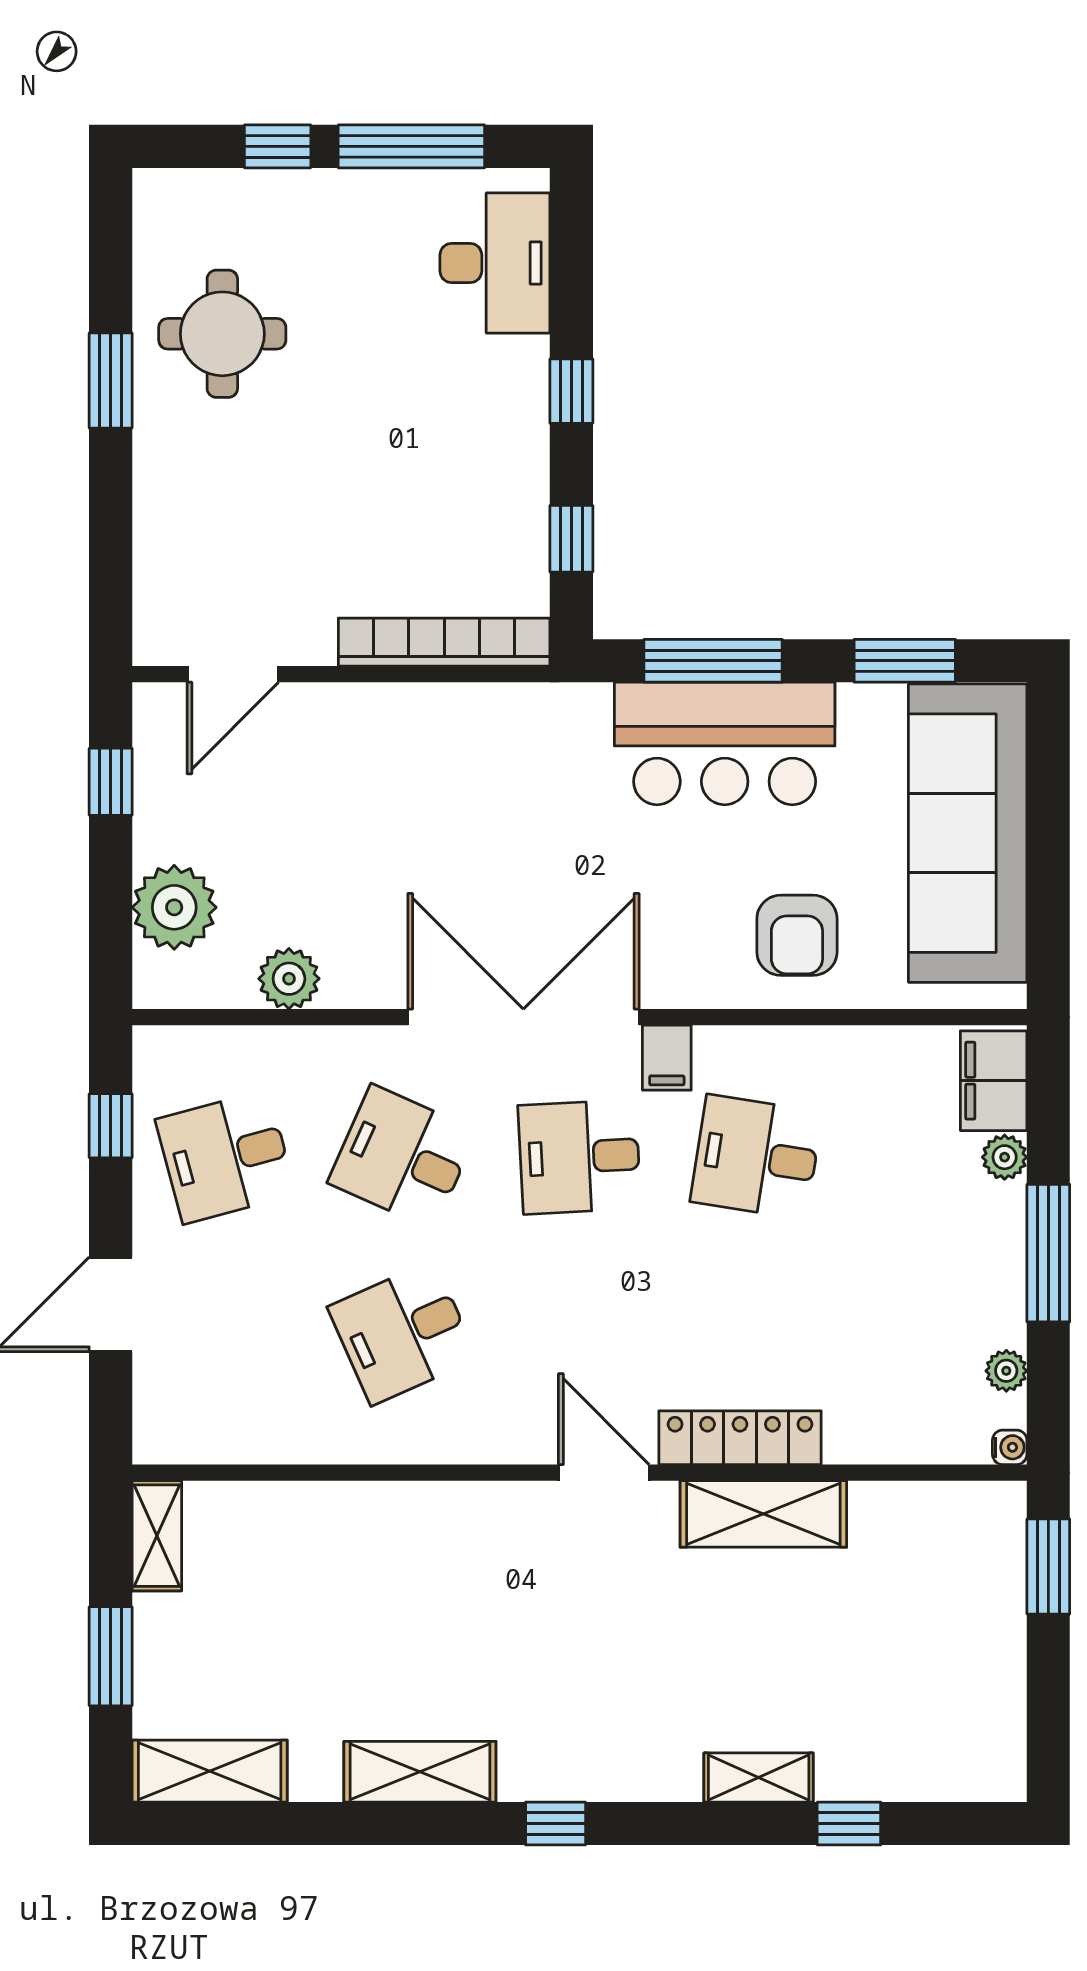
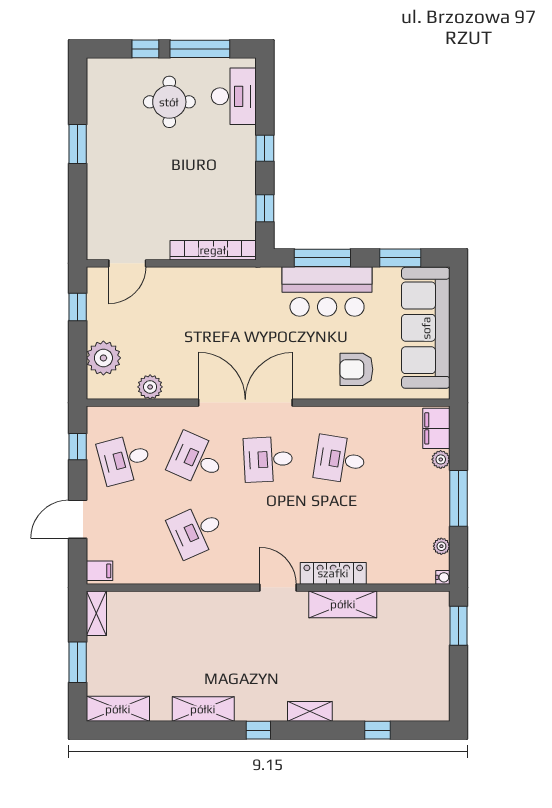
round table: (222, 334) -> (169, 102), moved
armchair: (797, 935) -> (356, 369), turned 90
filing cabinet: (667, 1058) -> (100, 571), moved, turned -90
shelving: (759, 1778) -> (310, 711), moved

